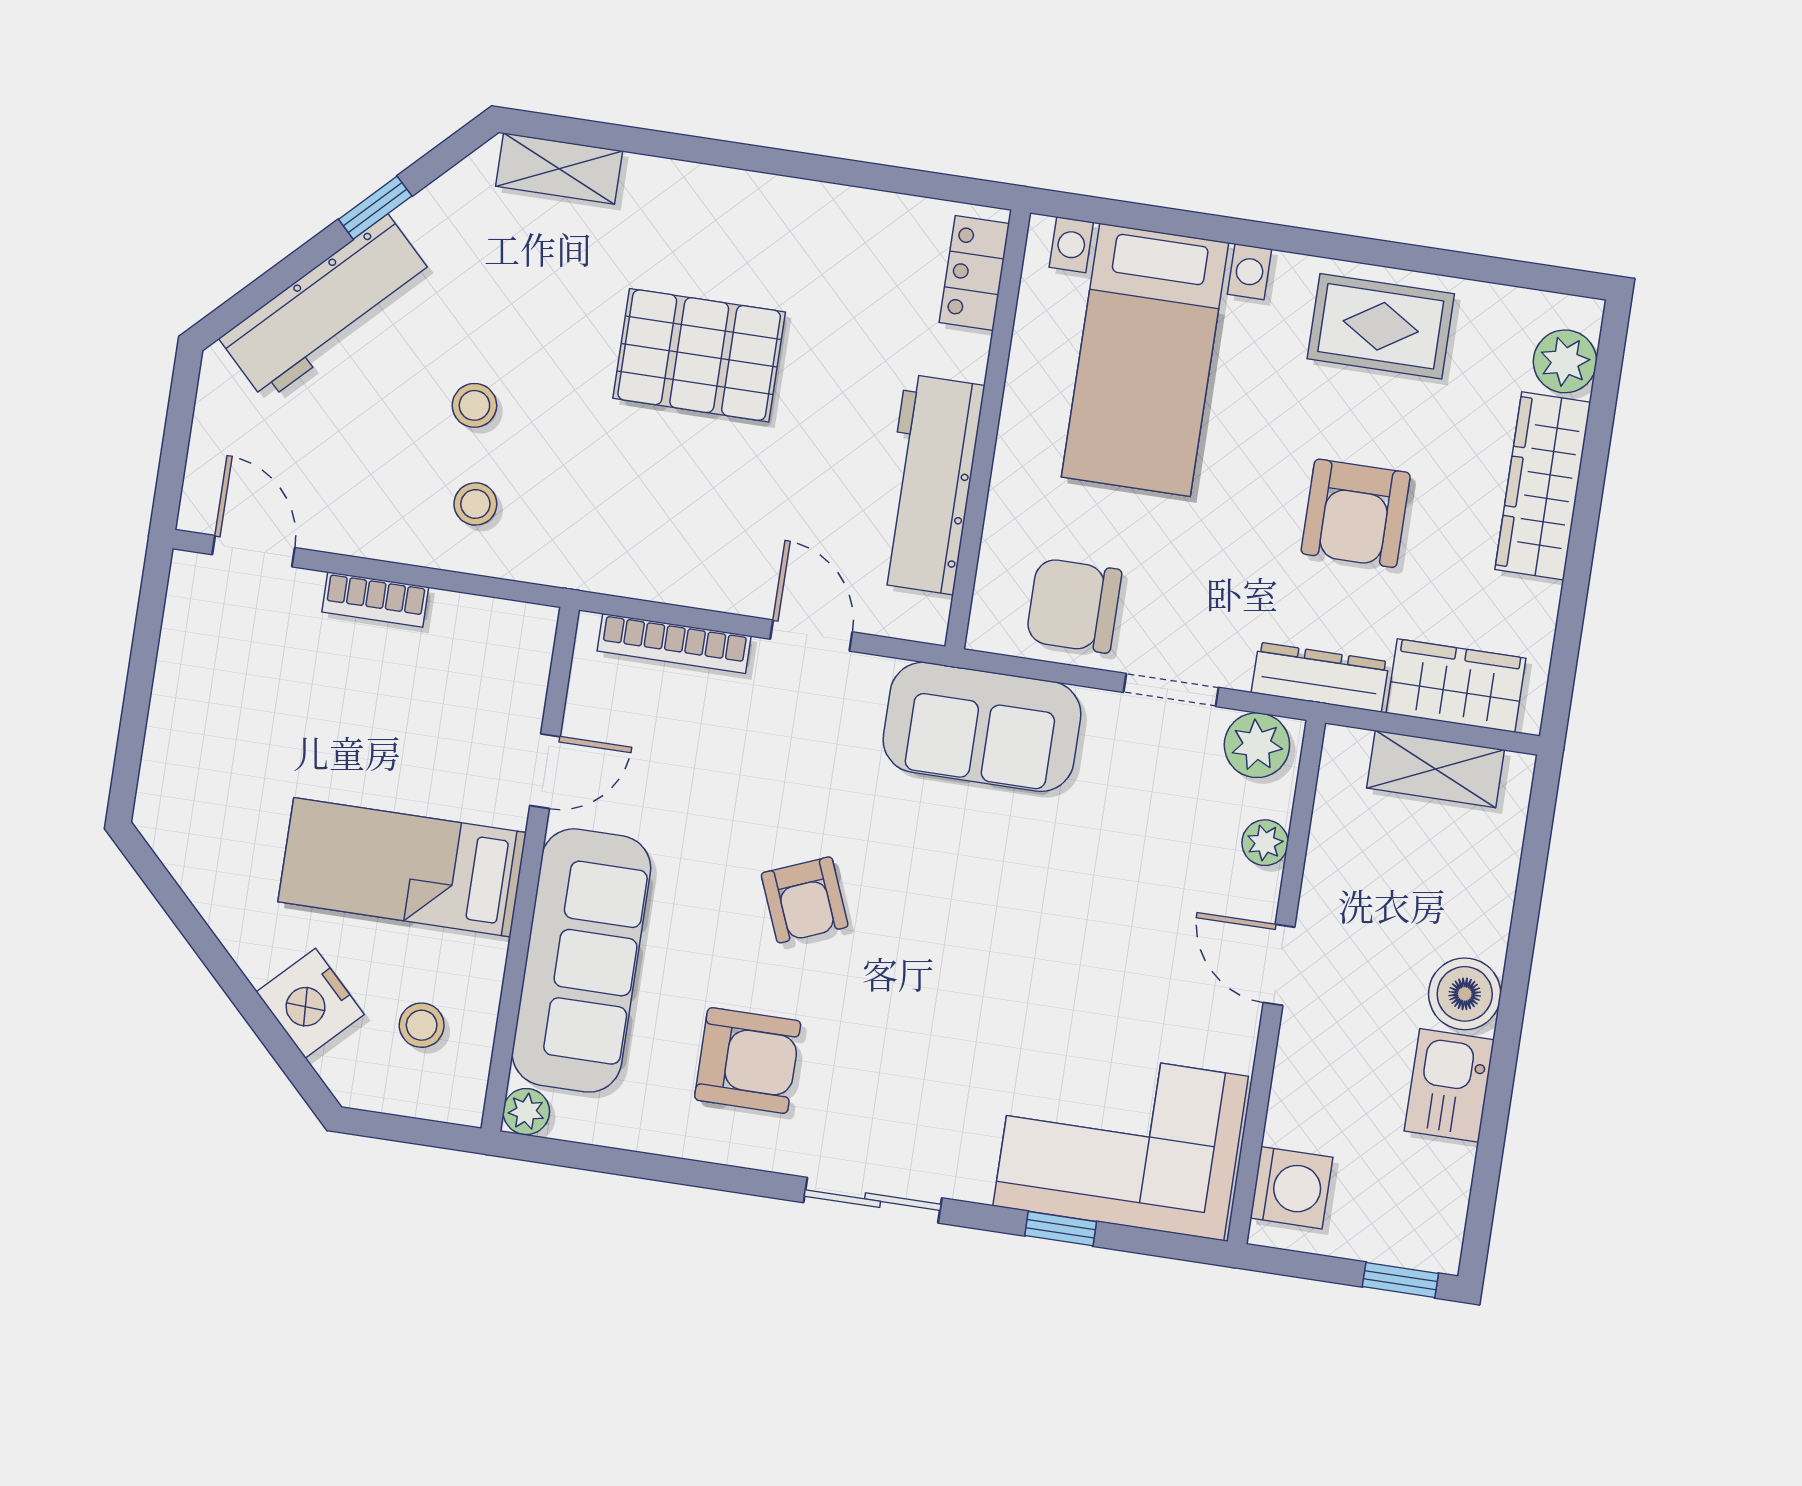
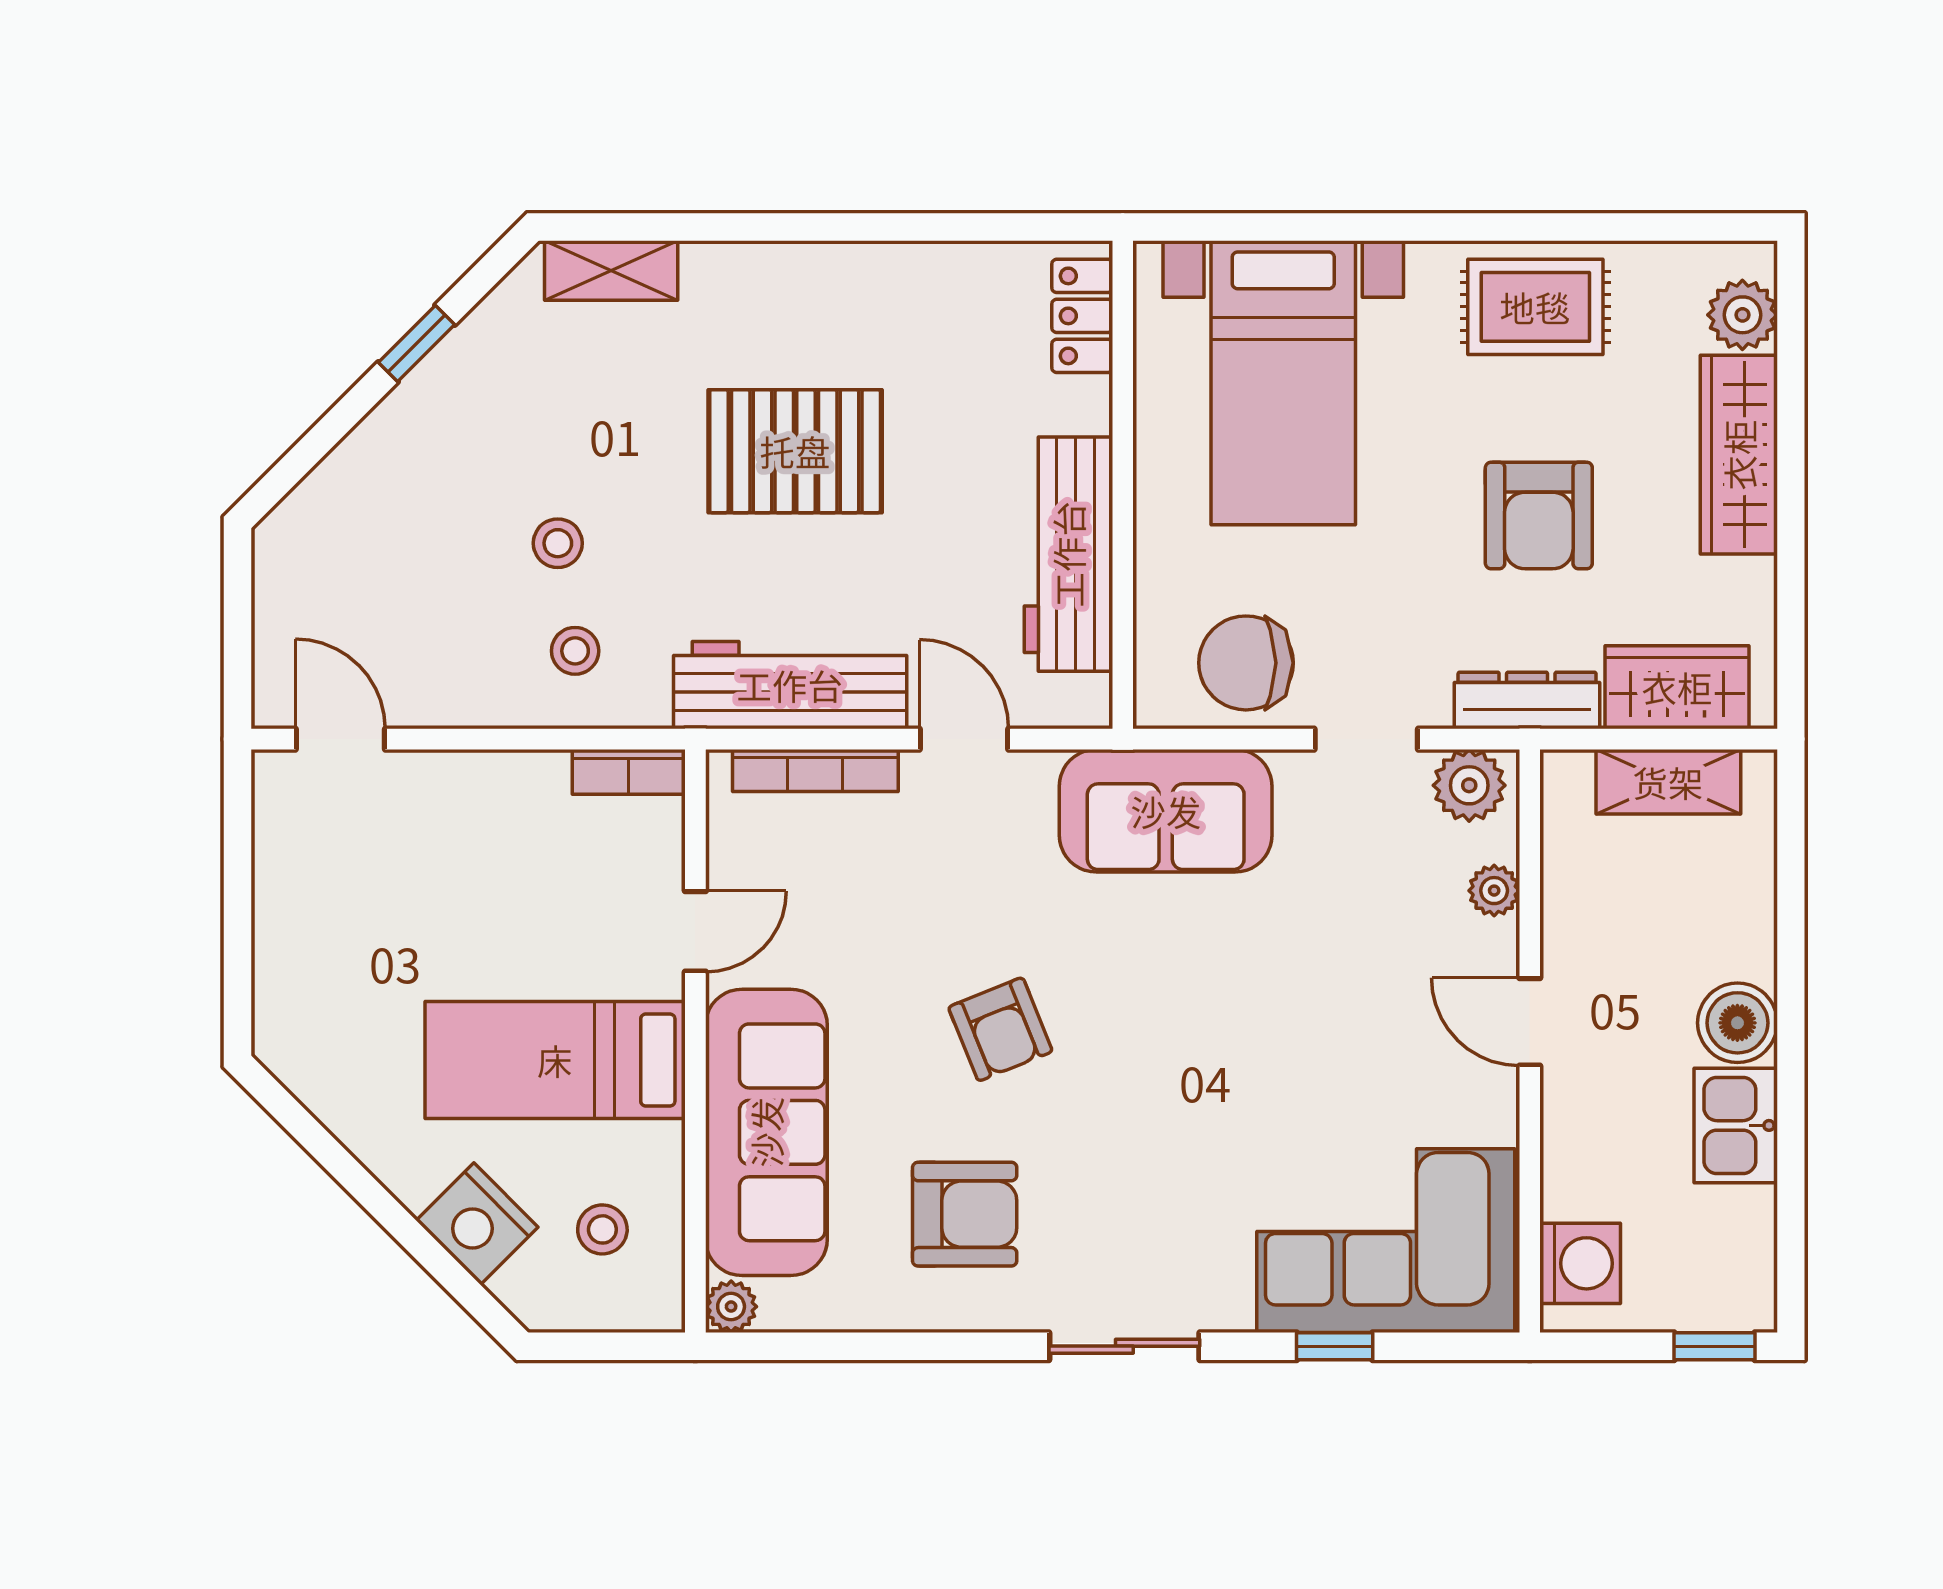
workbench: (327, 308) -> (790, 685), moved, turned -135
bookcase: (375, 599) -> (629, 772), moved

